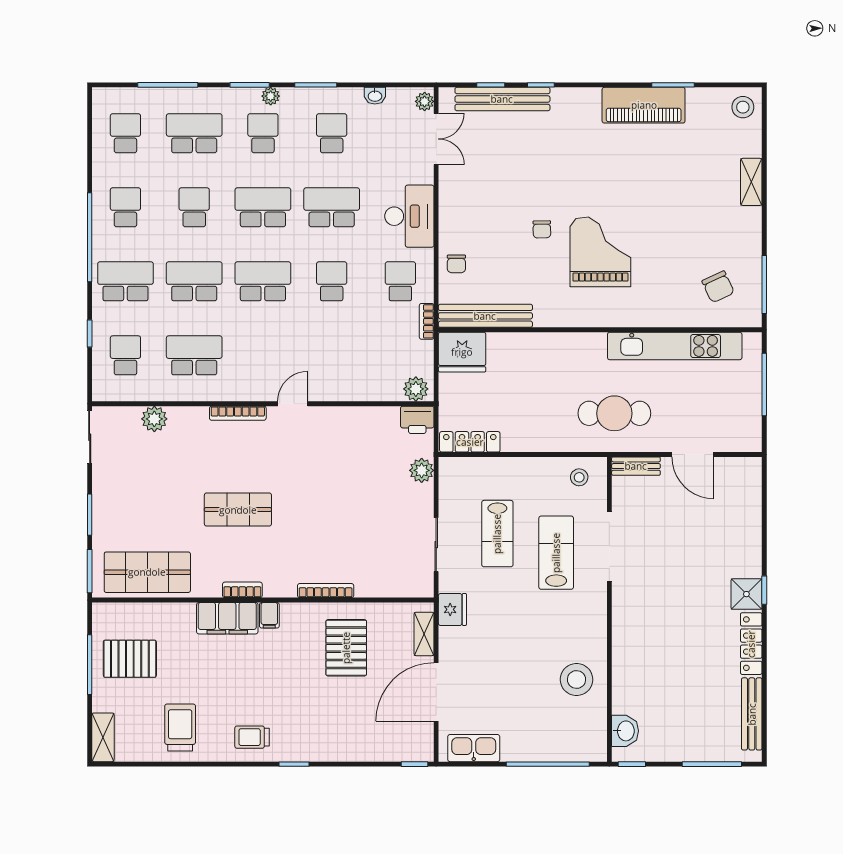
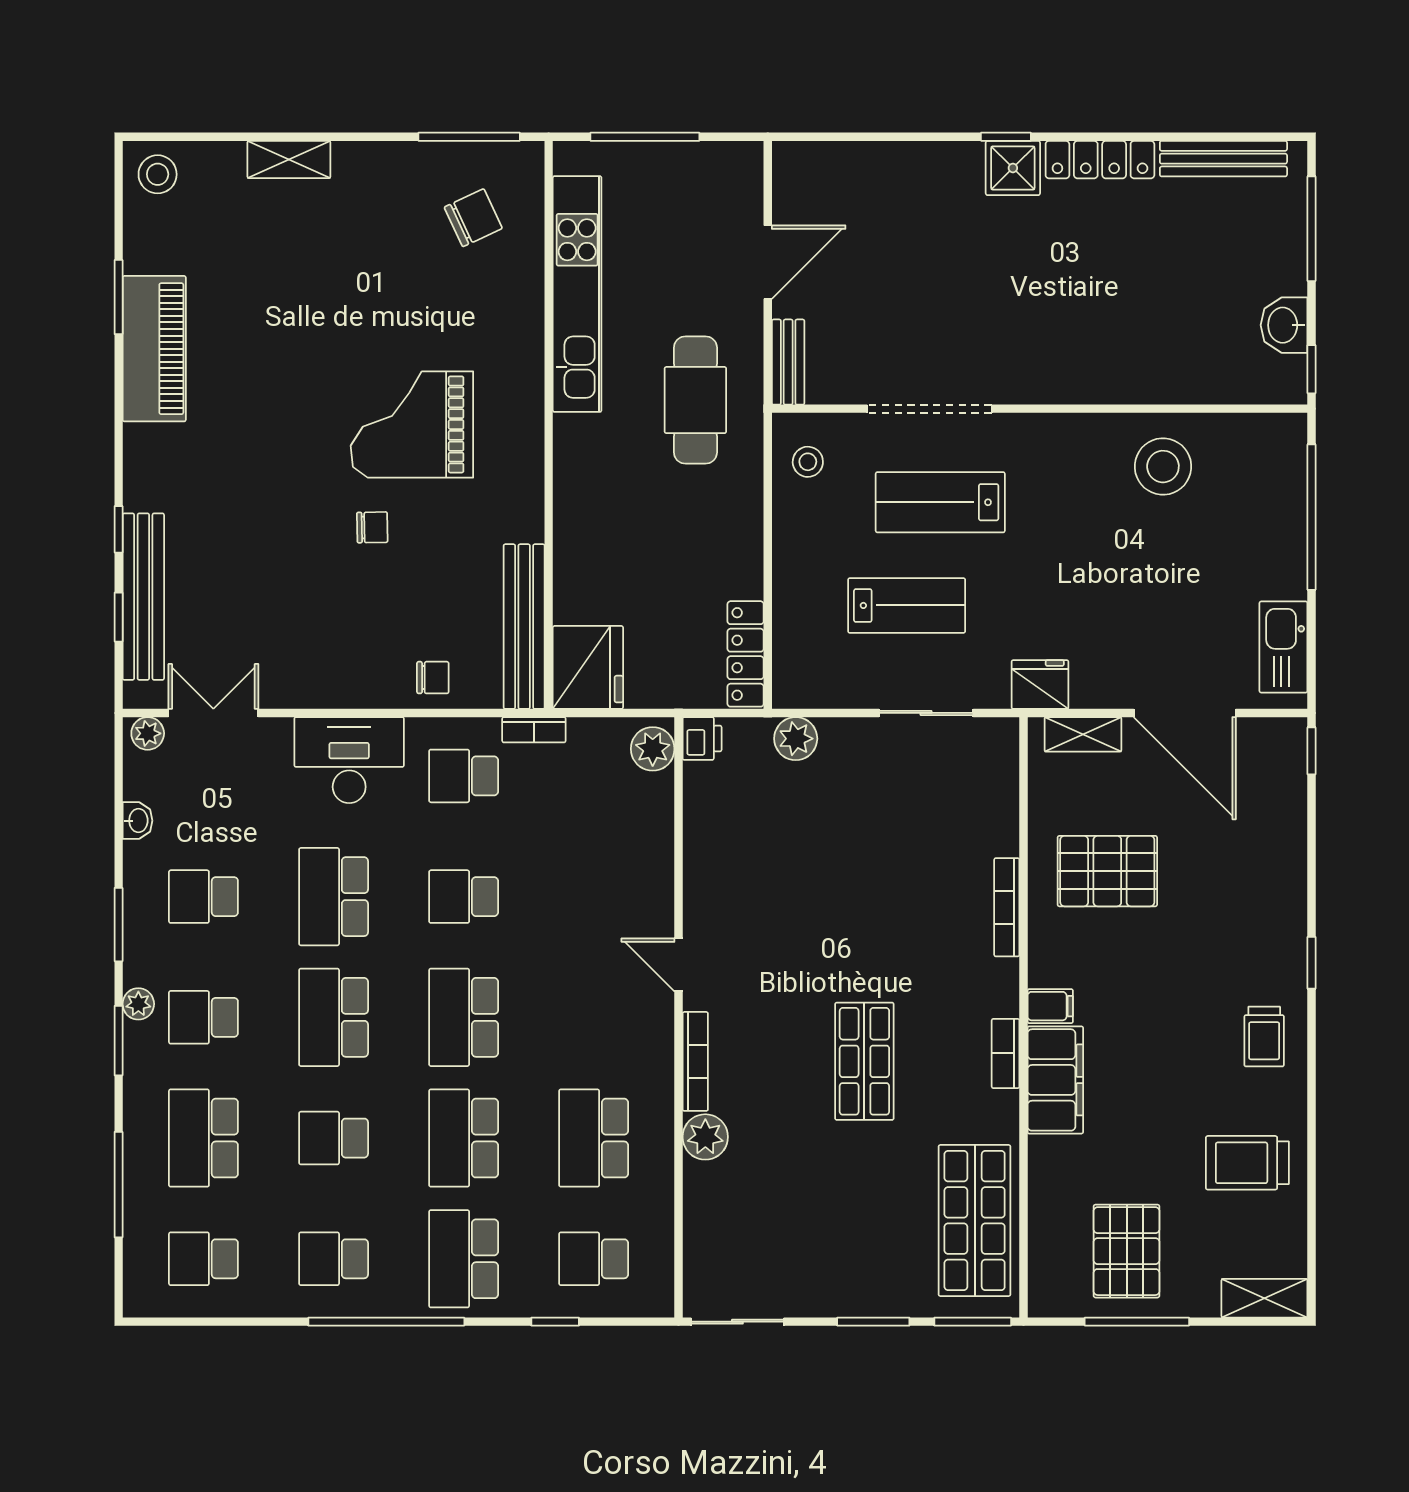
plant: (154, 419) -> (705, 1137), moved
printer: (417, 420) -> (702, 739), width x0.73, depth x0.81
washbasin: (625, 731) -> (1284, 325), moved, turned -90

